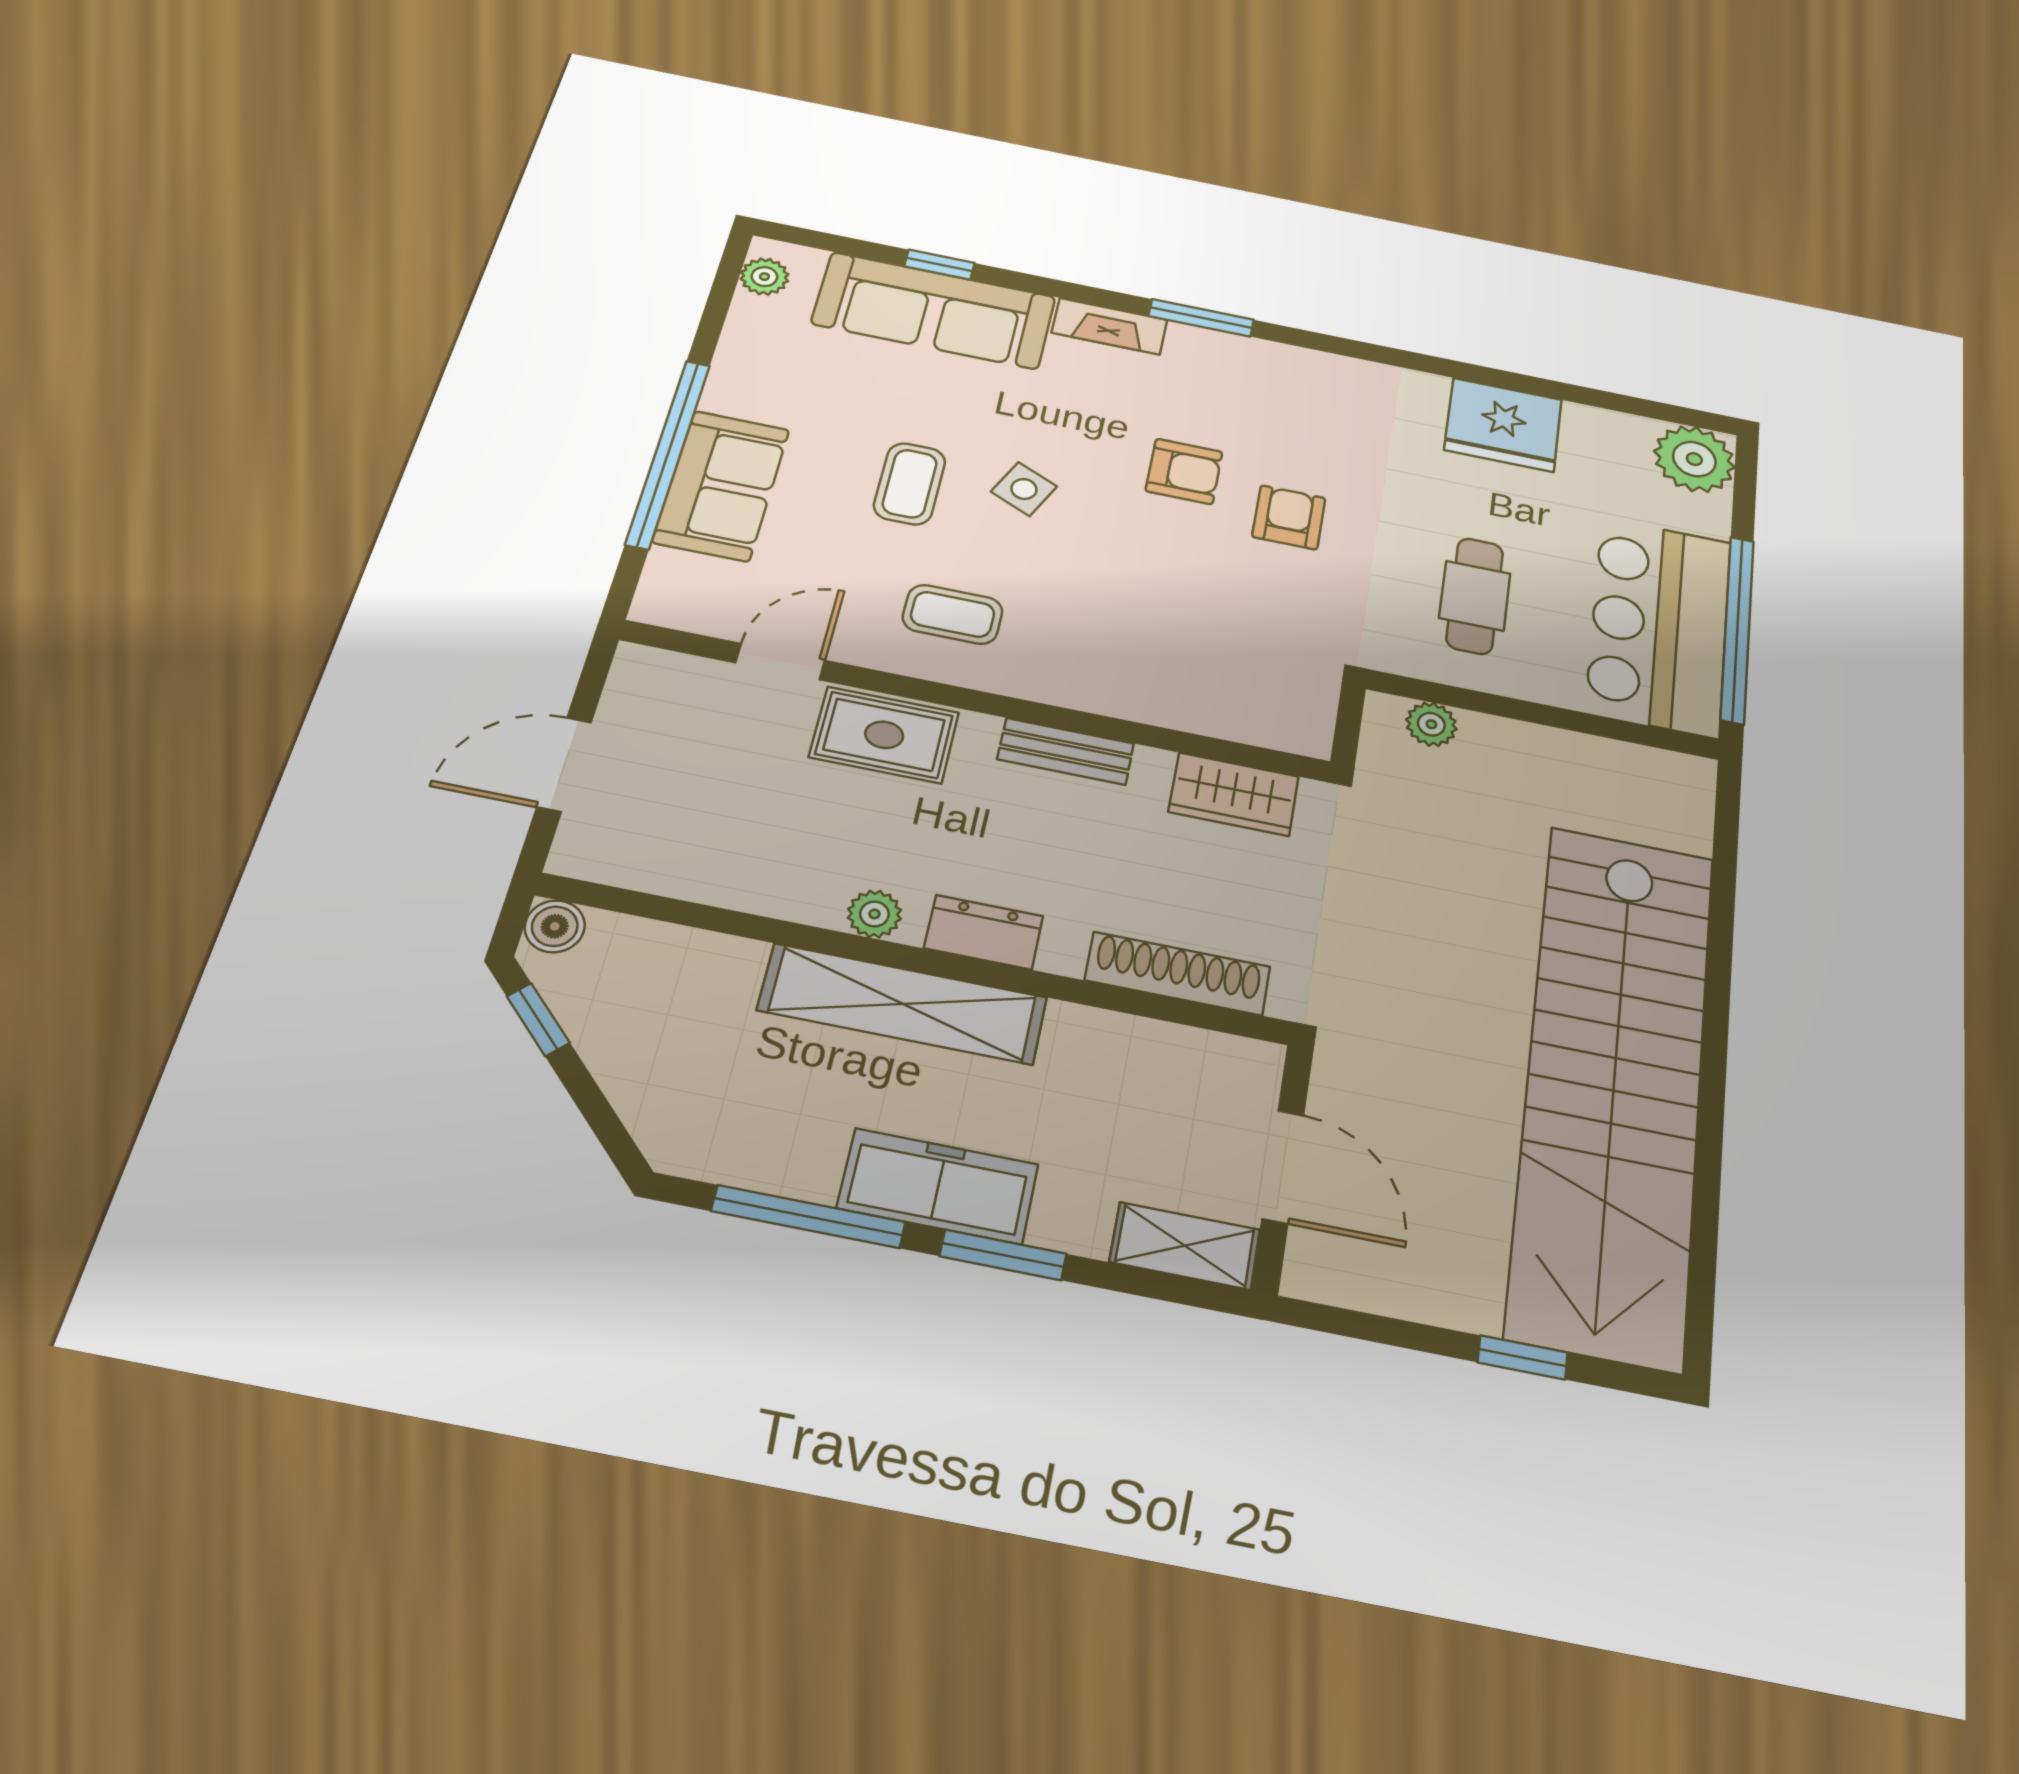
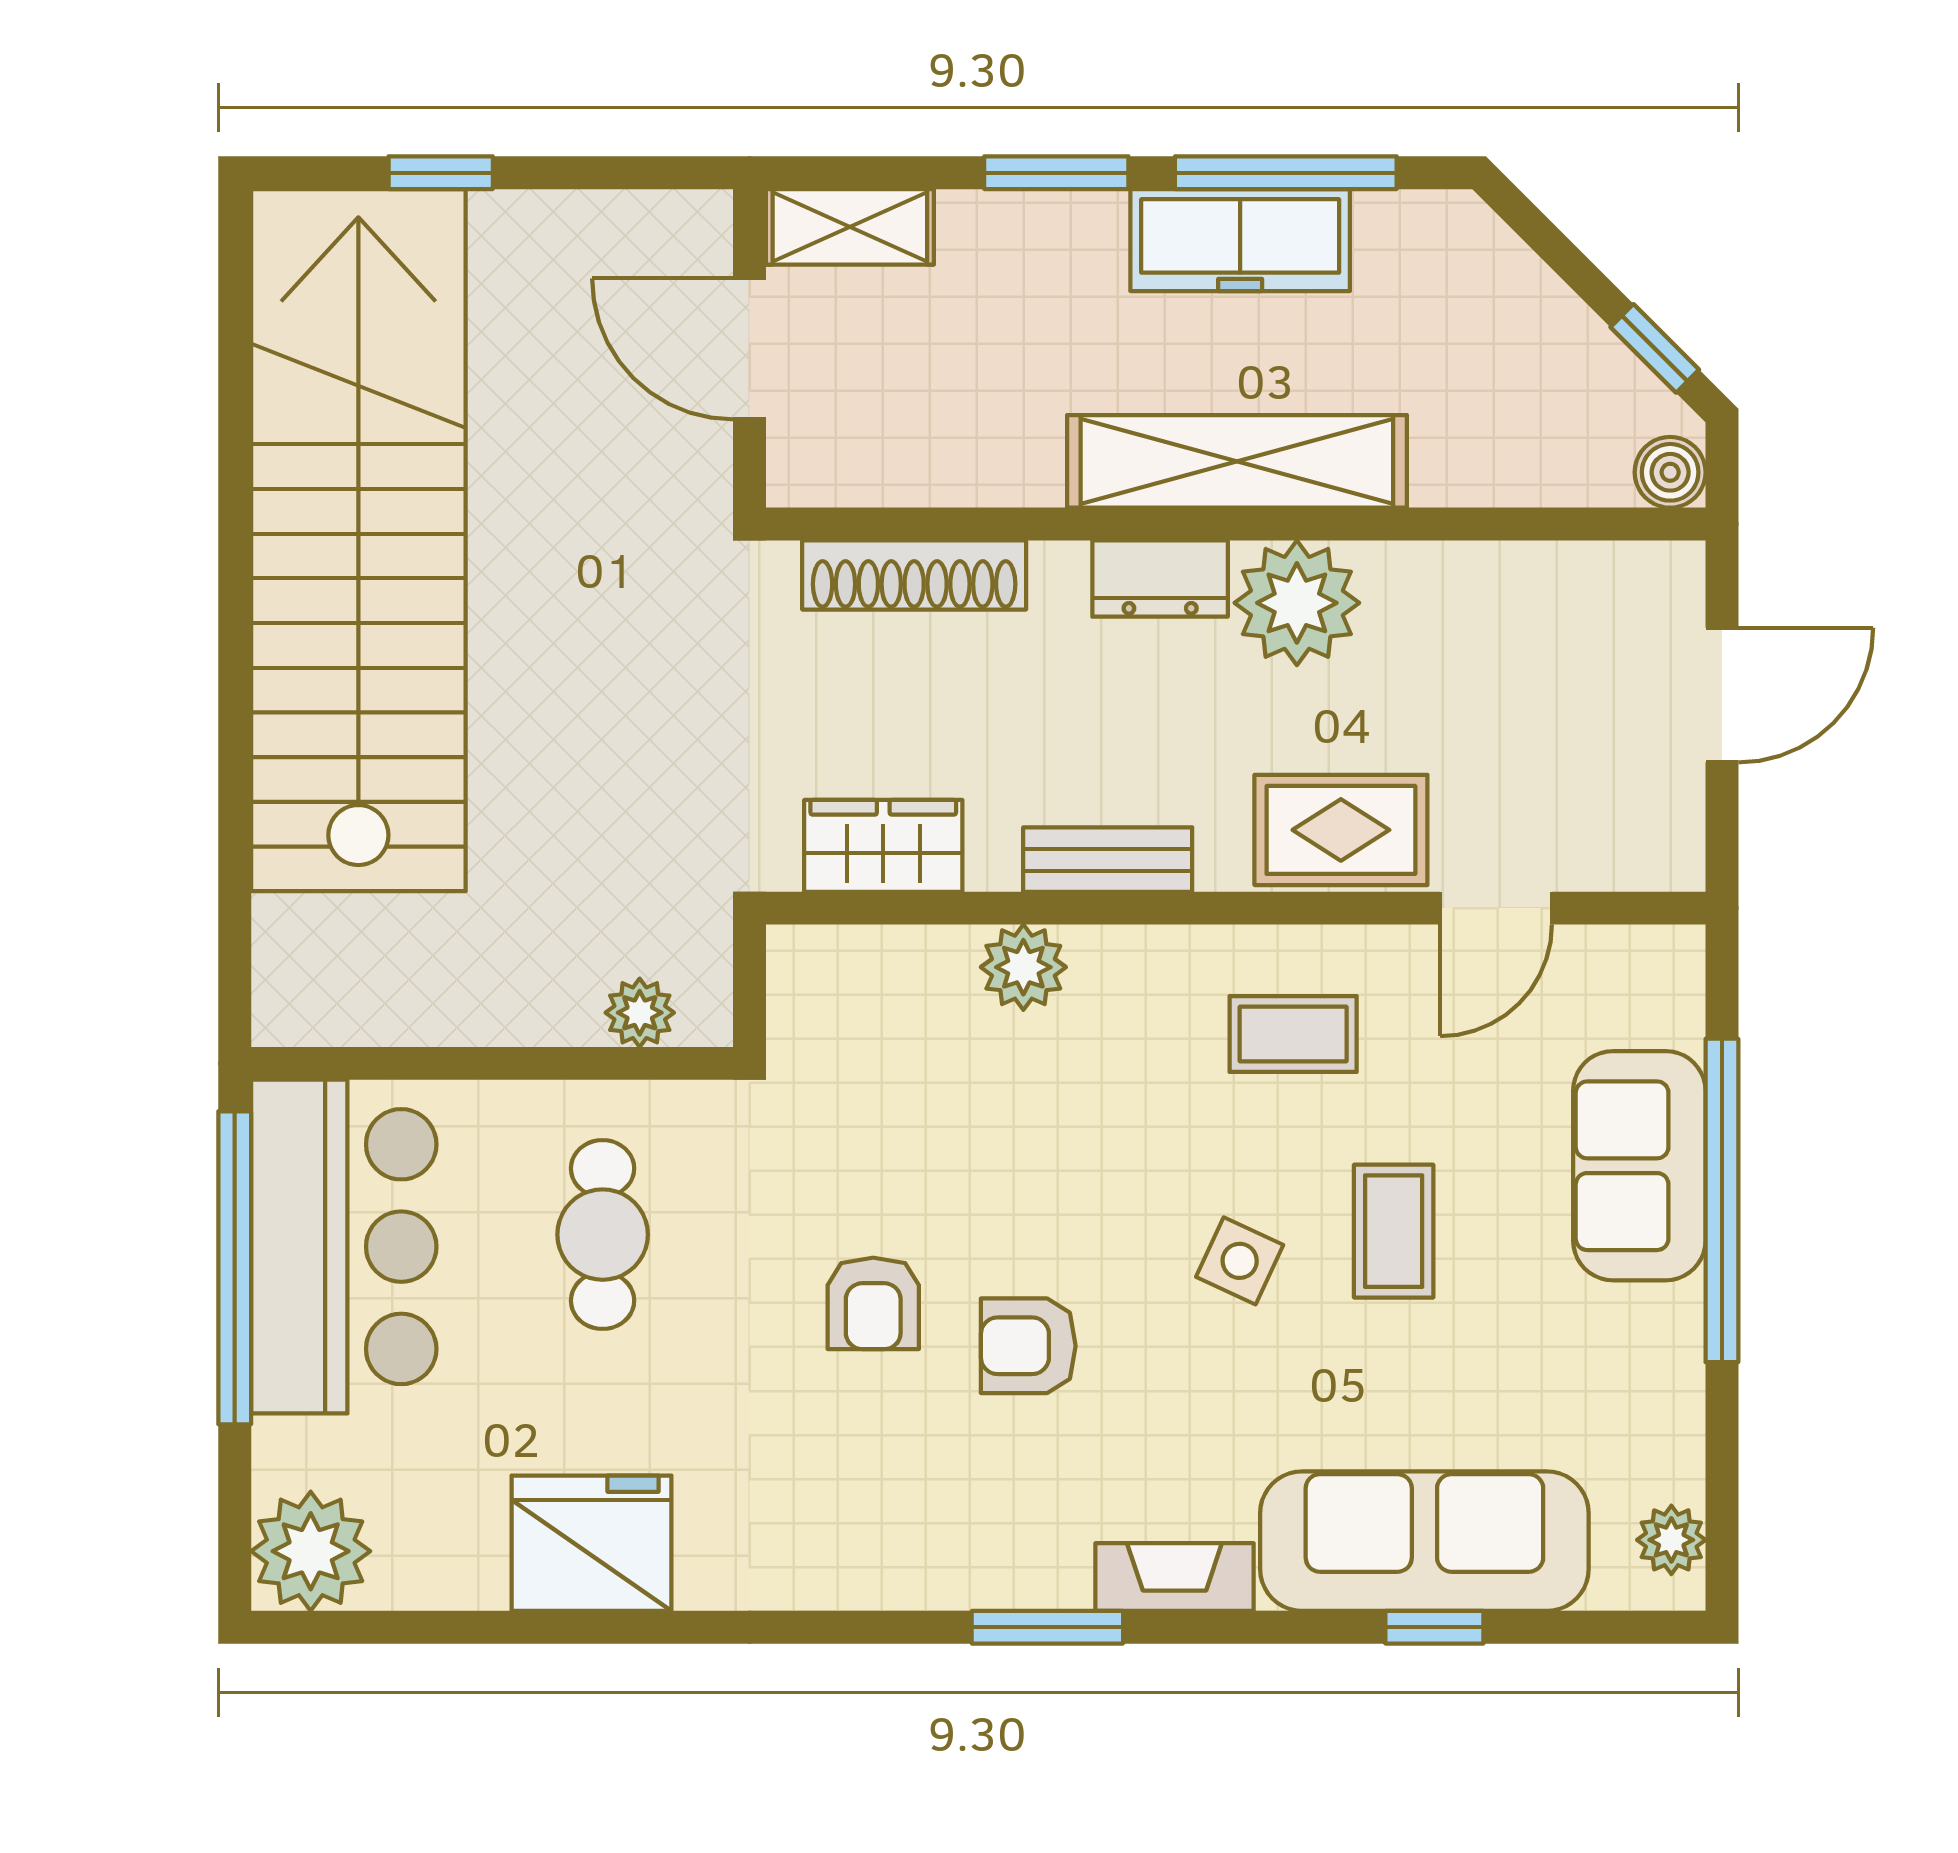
plant: (1143, 696) -> (1023, 967), added
plant: (874, 914) -> (1297, 603), width x1.87, depth x1.87
freezer: (938, 1186) -> (1240, 240), moved

